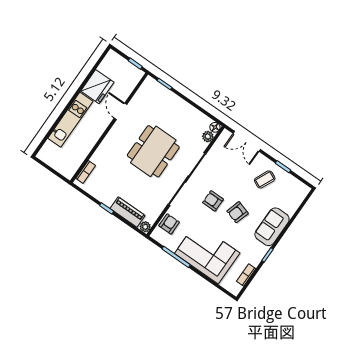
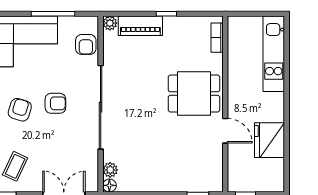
kitchen unit: (70, 120) -> (274, 54), moved
dining table: (153, 151) -> (194, 94), moved, width x0.73

